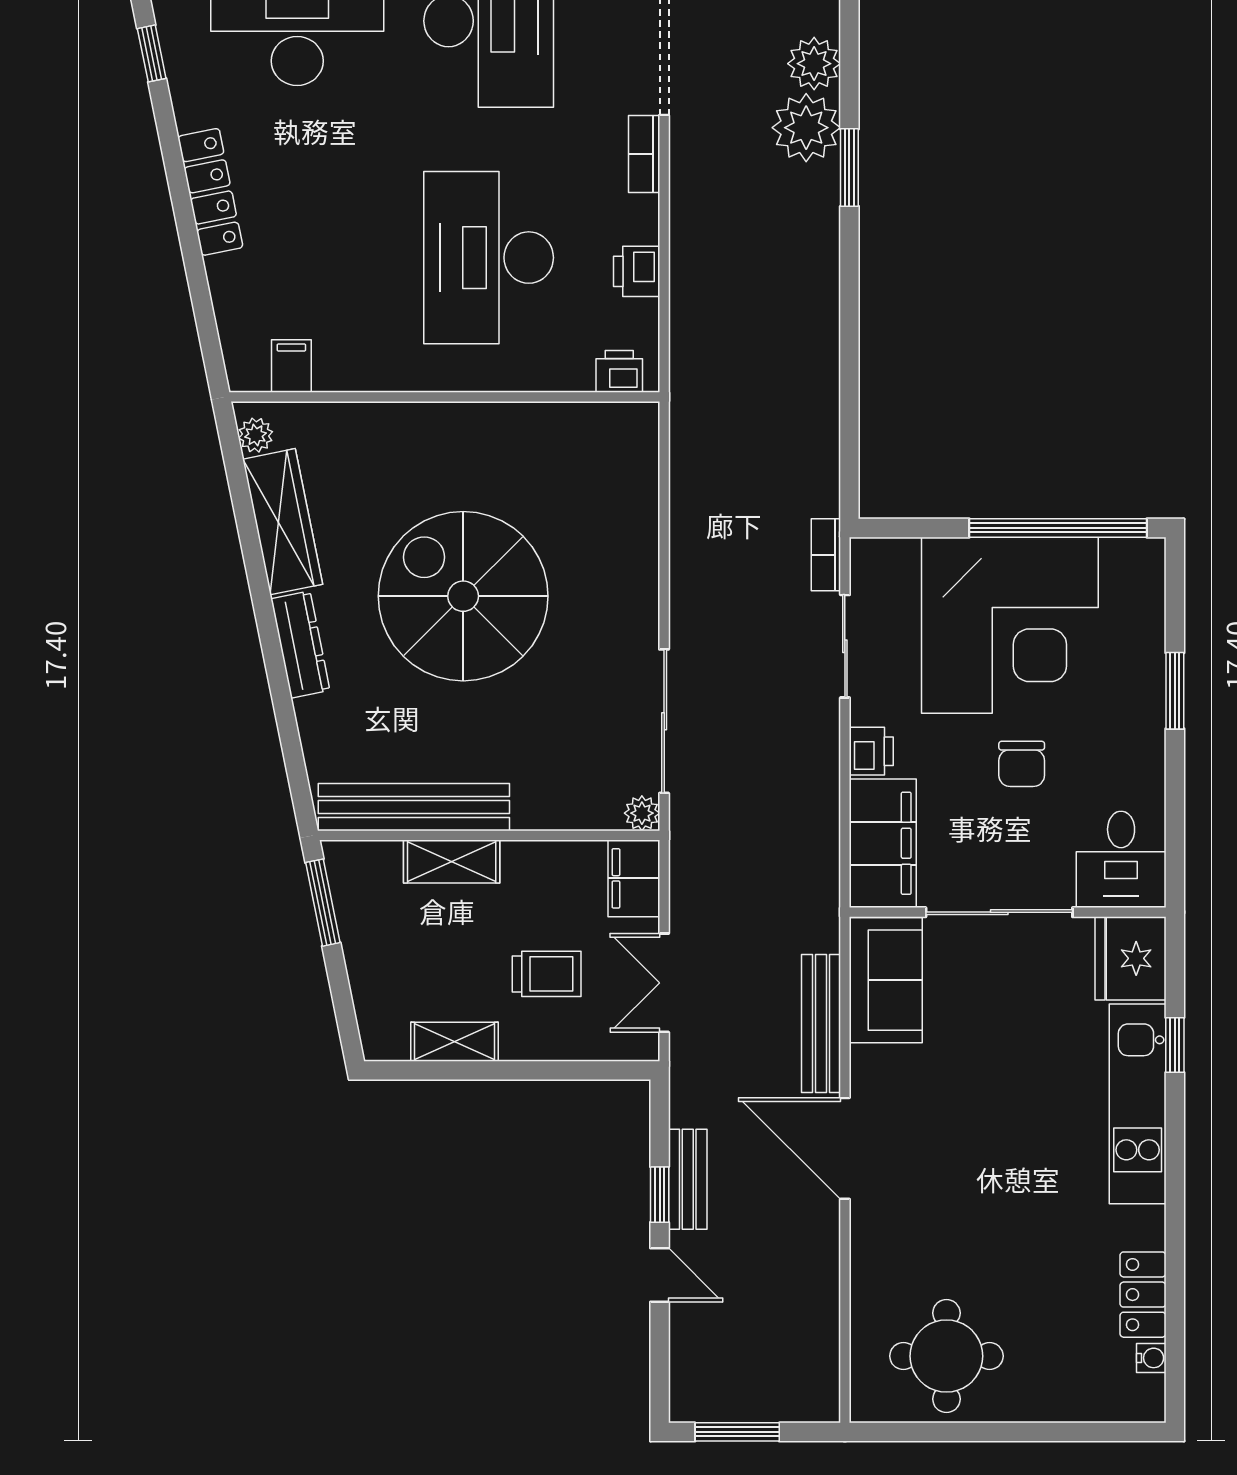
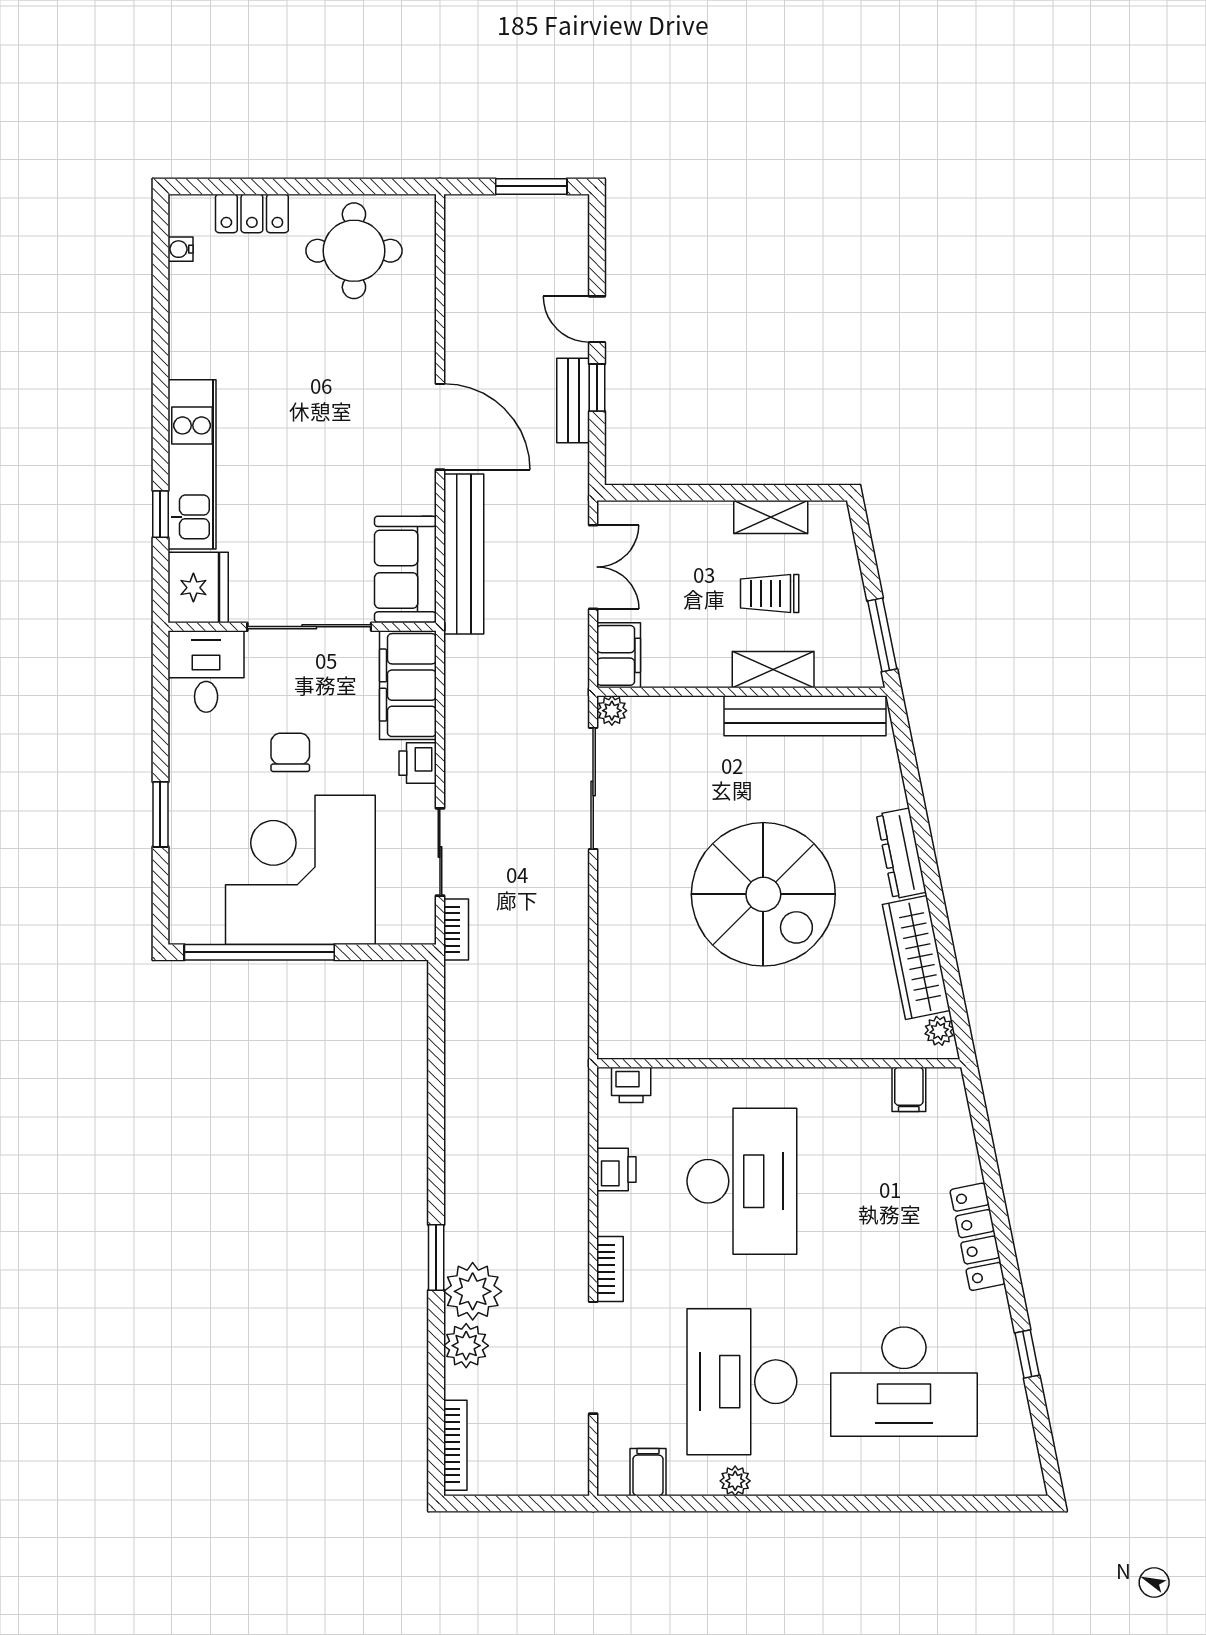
trolley: (547, 974) -> (770, 593), moved
bench: (821, 1023) -> (464, 554), width x1.37, depth x1.21
locker: (1143, 1295) -> (252, 213), moved, turned 90

